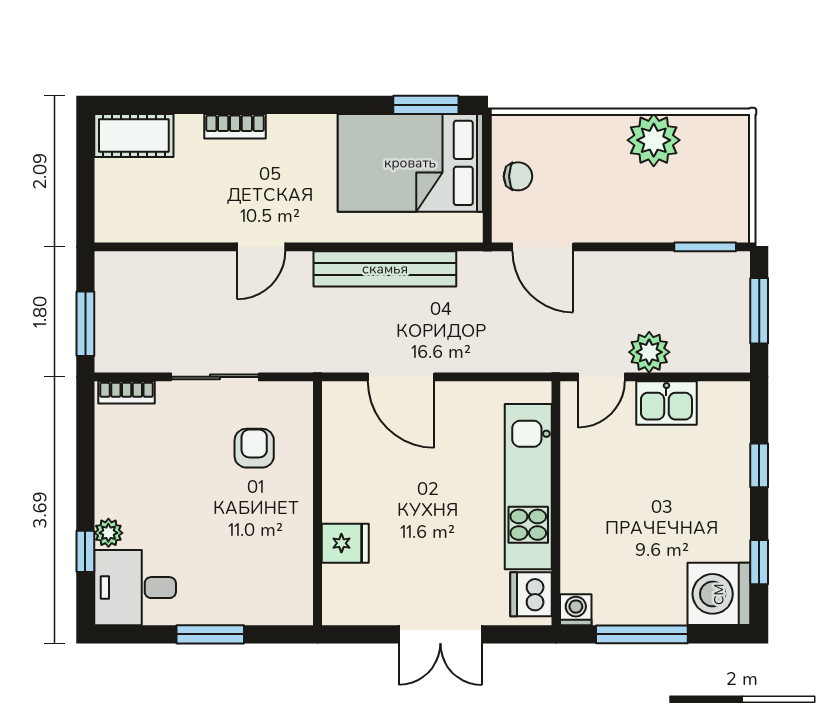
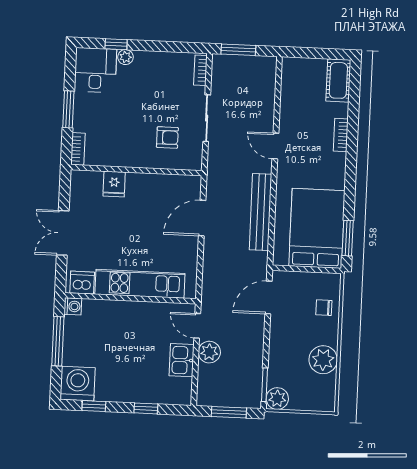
chair: (518, 176) -> (324, 308), moved, turned 90
plant: (730, 222) -> (277, 399), added
bookcase: (283, 613) -> (78, 149), added

